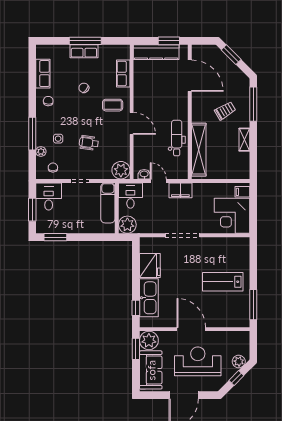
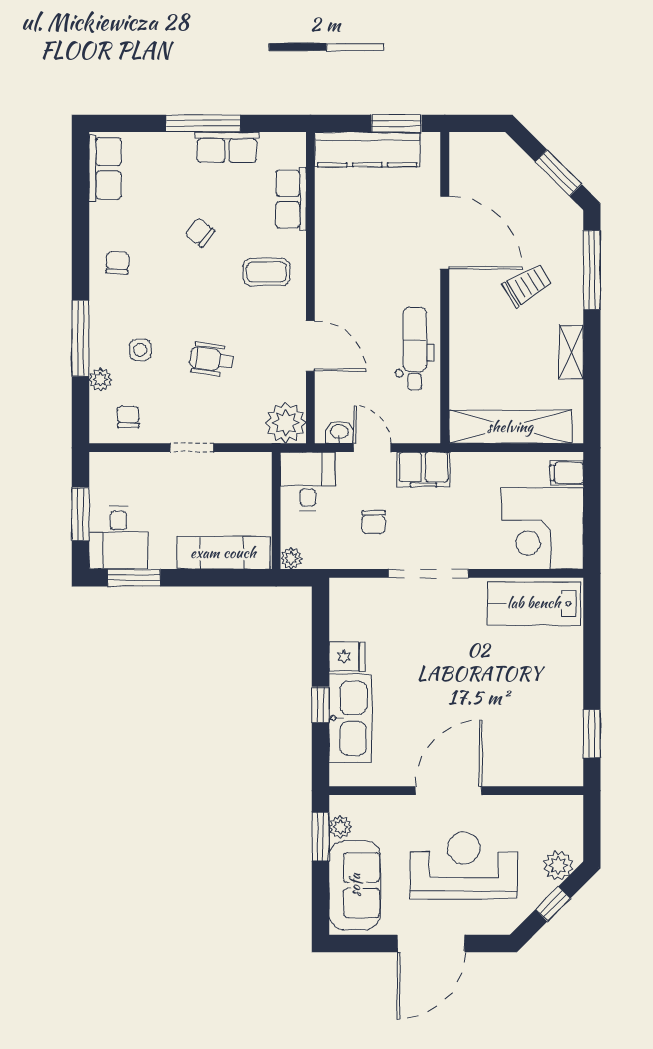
row of seats: (84, 51) -> (227, 147), moved
window: (231, 55) -> (558, 173), moved
row of seats: (43, 74) -> (105, 168), moved
door: (190, 76) -> (445, 233), moved
door: (132, 123) -> (310, 346), moved
shelving: (199, 150) -> (510, 427), moved, turned 90
desk: (49, 196) -> (118, 537), moved, turned 180
exam couch: (108, 203) -> (223, 553), moved, turned 90
chair: (159, 213) -> (374, 522), added
plant: (127, 225) -> (291, 558), width x0.53, depth x0.53
fridge: (150, 266) -> (347, 657), width x0.53, depth x0.75
lab bench: (223, 282) -> (534, 603), moved
window: (253, 305) -> (592, 734), width x0.69
window: (136, 308) -> (320, 705), moved
door: (191, 329) -> (449, 791), hinge flipped
plant: (149, 340) -> (340, 827), width x0.53, depth x0.53

